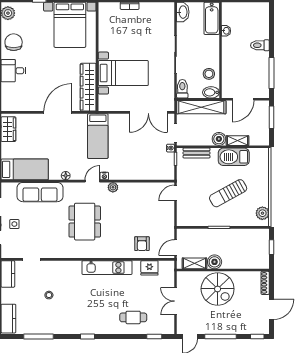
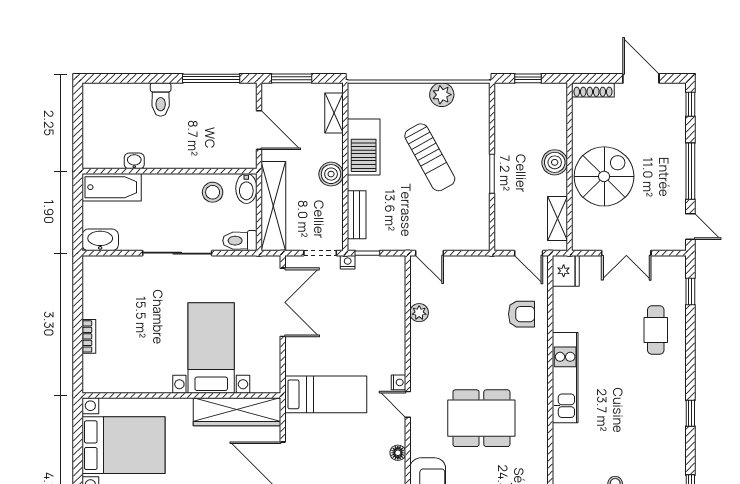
shelving: (238, 141) -> (334, 113), moved
plant: (113, 187) -> (419, 313), moved
plant: (262, 213) -> (442, 95), moved
boiler: (215, 262) -> (555, 162), moved
fridge: (149, 268) -> (566, 271), moved

